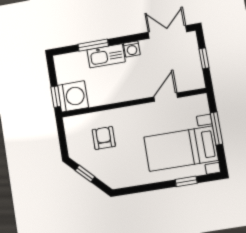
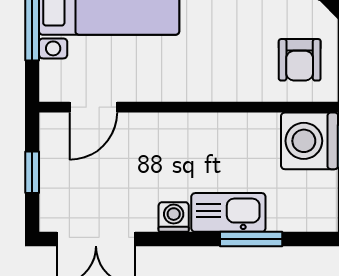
door: (166, 97) -> (93, 107), moved
armchair: (104, 138) -> (300, 60), moved

